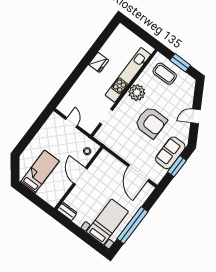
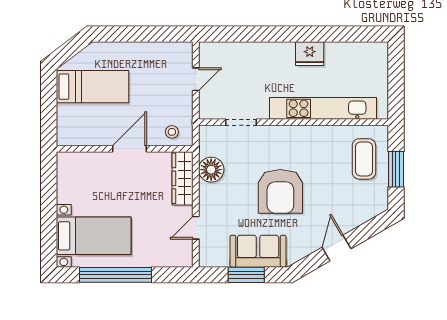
plant: (137, 92) -> (308, 140), removed
door: (196, 116) -> (337, 248), hinge flipped
floor lamp: (118, 146) -> (211, 170), added
wardrobe: (112, 162) -> (183, 178), added
door: (138, 173) -> (196, 228), width x0.53
dresser: (67, 211) -> (65, 168), removed

